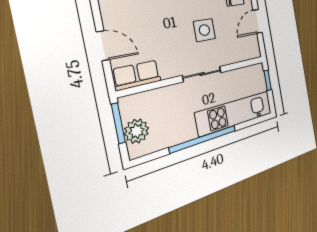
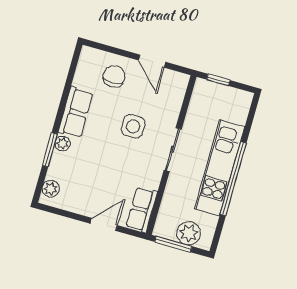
kitchen unit: (235, 113) -> (219, 168), moved

